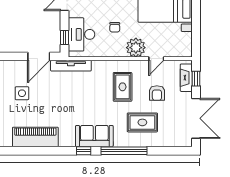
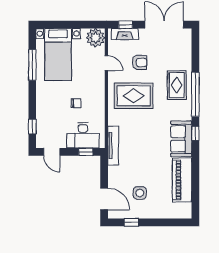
plant: (136, 48) -> (96, 38), moved
door: (39, 56) -> (104, 199), moved
rug: (123, 87) -> (134, 96), width x1.36, depth x1.43
rug: (142, 122) -> (177, 85), moved
sofa: (94, 136) -> (181, 139), moved

